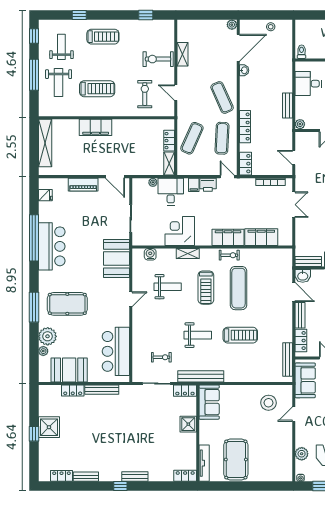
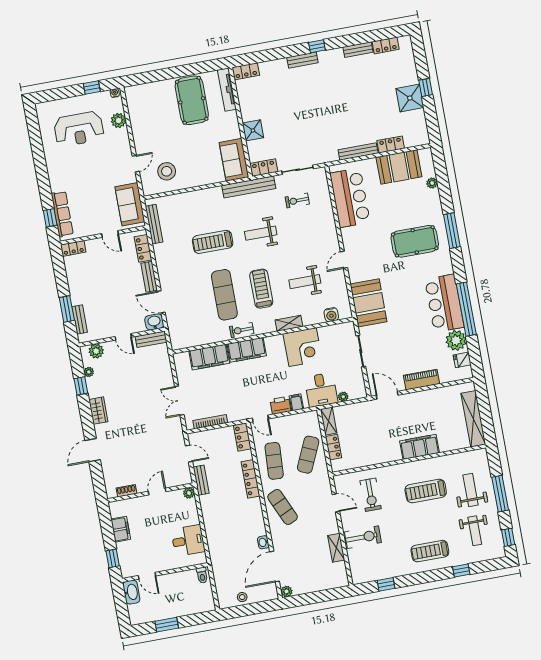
bench: (287, 105) -> (201, 480), moved
plant: (48, 336) -> (456, 340), moved

